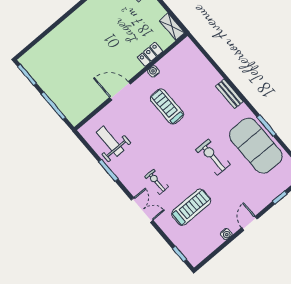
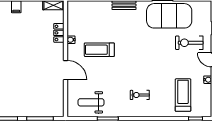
door: (120, 91) -> (65, 70), swing flipped
exercise bike: (213, 157) -> (189, 43), moved
treadmill: (191, 207) -> (183, 95), moved
double door: (142, 210) -> (149, 118), removed

